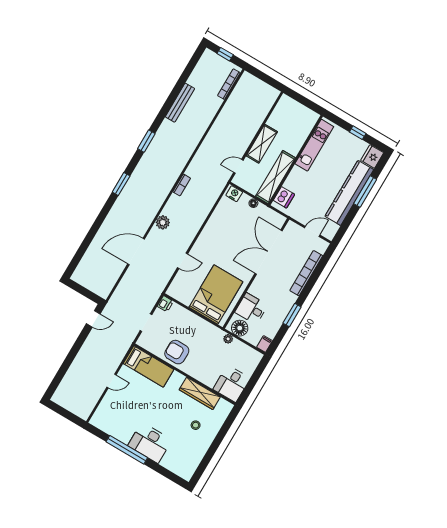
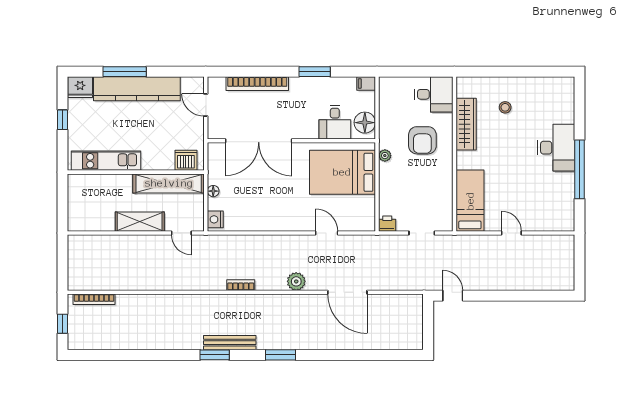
bench: (180, 103) -> (230, 343), moved
plant: (228, 339) -> (385, 156), moved
armchair: (177, 352) -> (422, 140), moved

